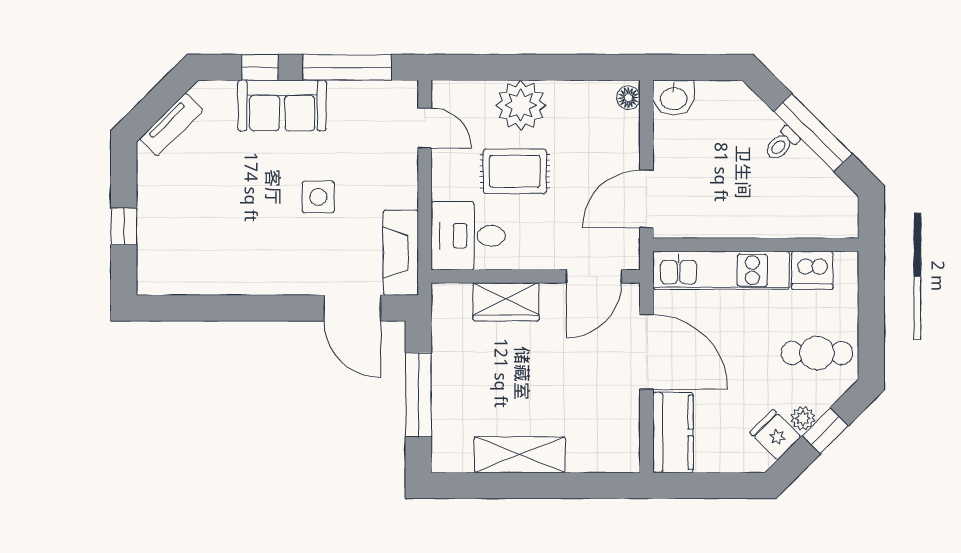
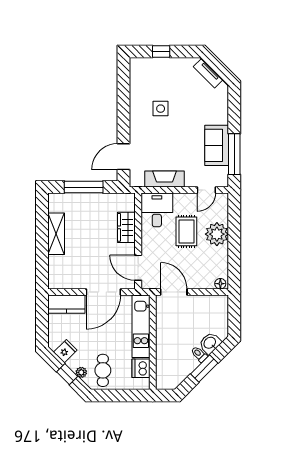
window: (260, 67) -> (234, 114), removed
washbasin: (674, 98) -> (210, 343), moved, turned 45
sofa: (282, 105) -> (217, 145), moved
window: (813, 132) -> (204, 369), width x0.69
side table: (318, 197) -> (161, 109), moved
fireplace: (401, 253) -> (165, 179), moved
plant: (803, 418) -> (81, 372), moved

